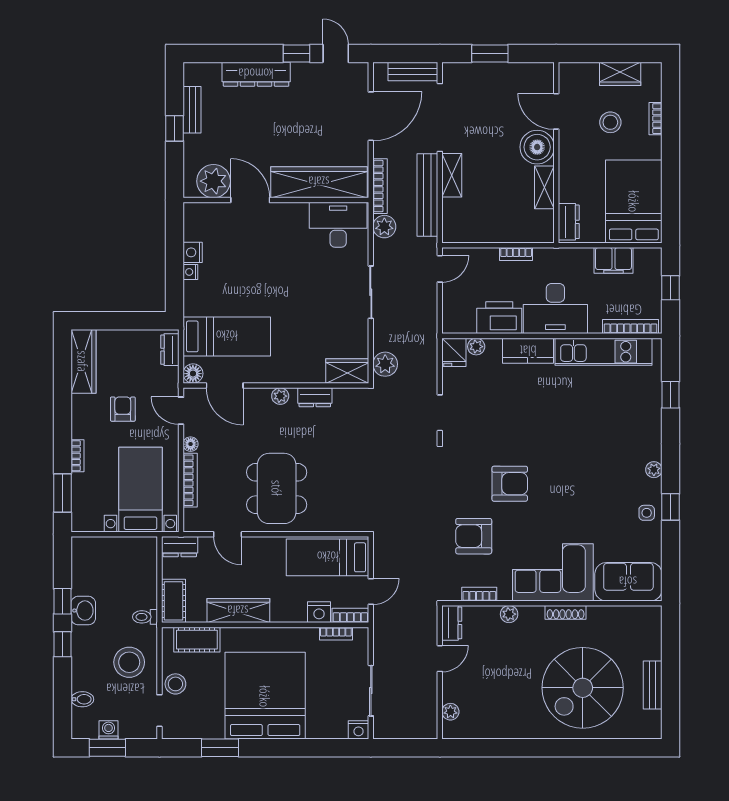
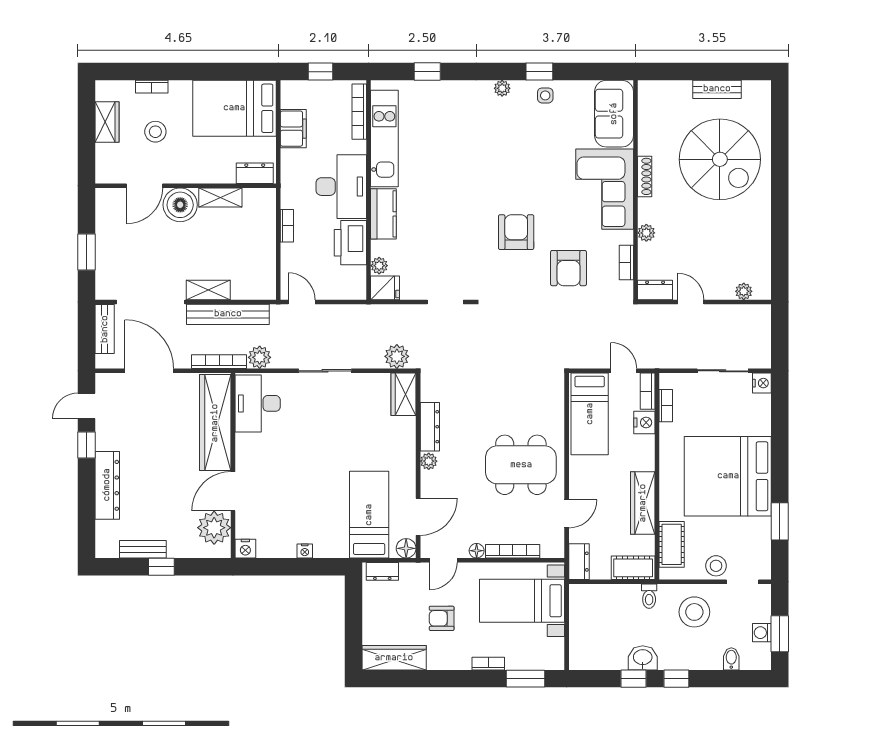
nightstand: (193, 252) -> (245, 549), moved
dresser: (315, 397) -> (430, 427), width x1.44

